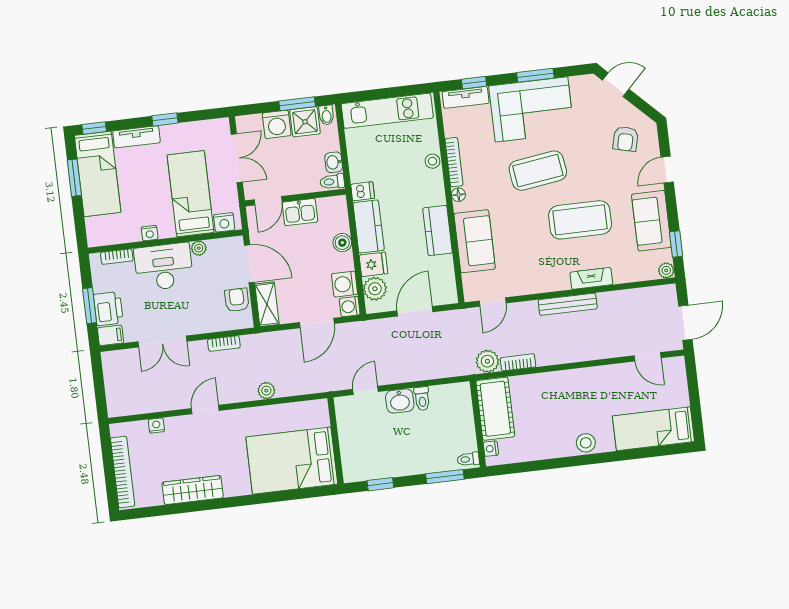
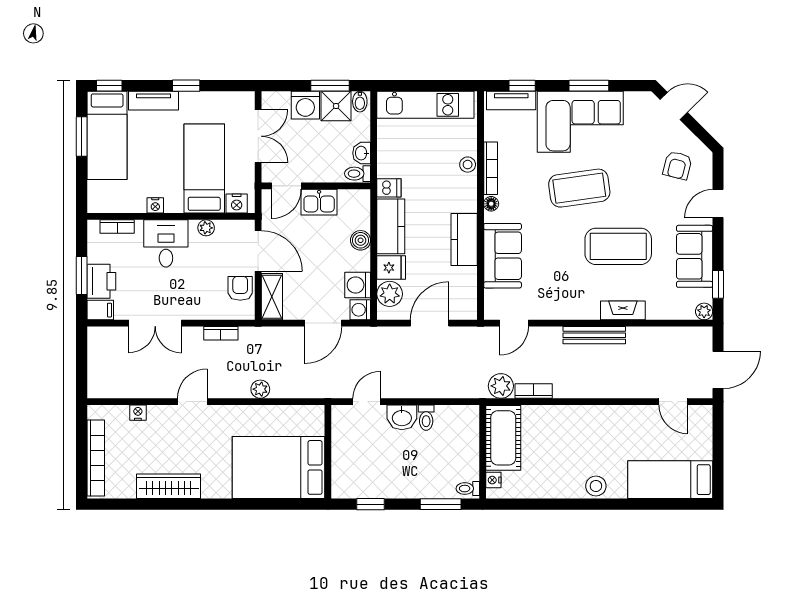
desk: (164, 267) -> (166, 243), width x0.73

